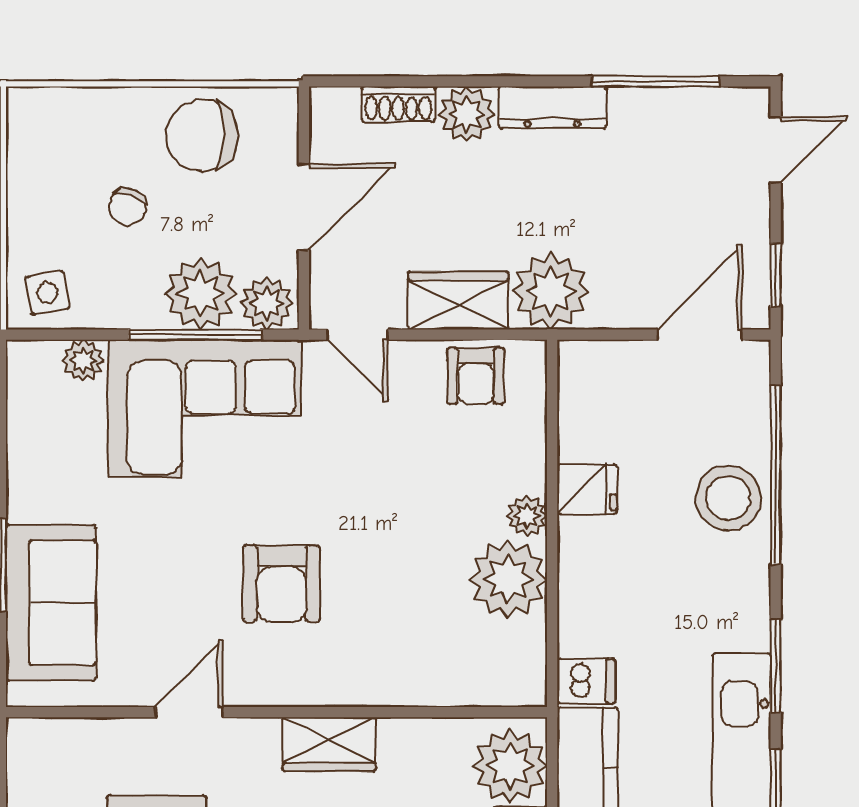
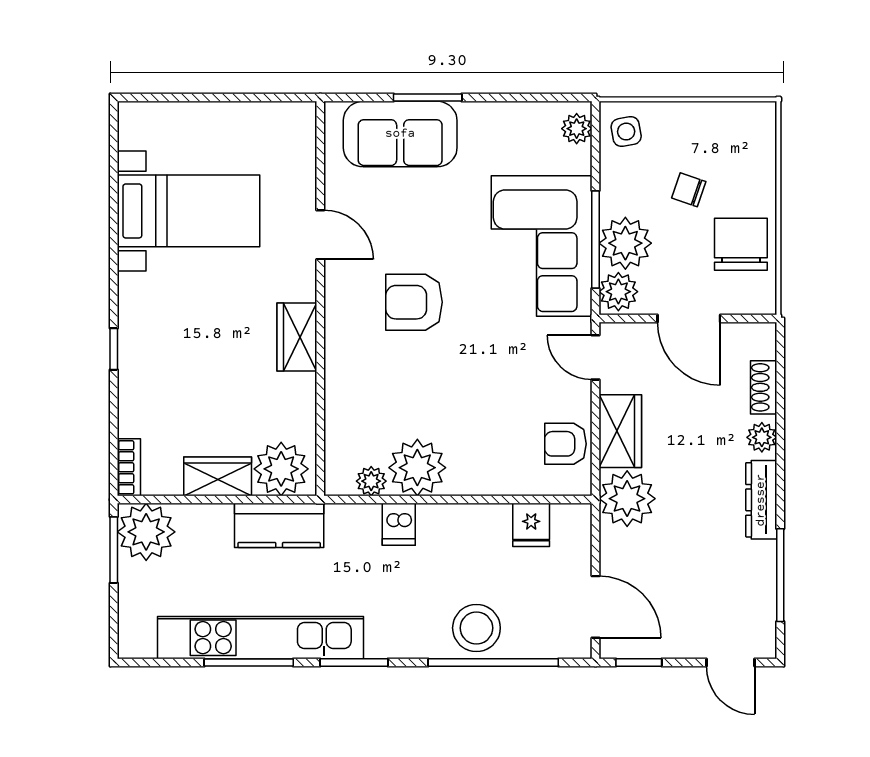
plant: (467, 114) -> (762, 437), width x0.73, depth x0.73
door: (357, 335) -> (595, 357), hinge flipped
plant: (83, 360) -> (577, 129), moved
fridge: (587, 489) -> (531, 525), moved
plant: (527, 516) -> (371, 481), moved
dishwasher: (586, 681) -> (399, 524), moved

